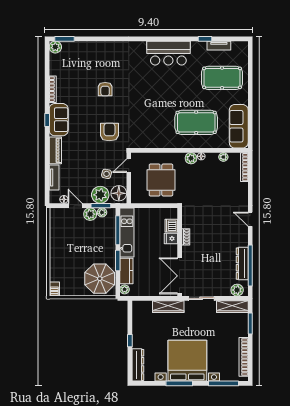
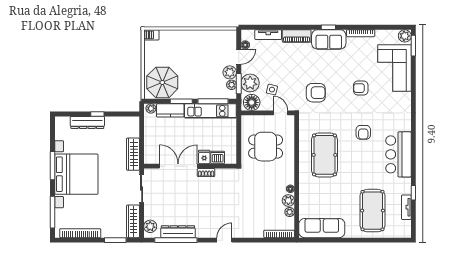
corner sofa: (86, 57) -> (394, 68), added
armchair: (147, 87) -> (363, 132), added
pool table: (196, 122) -> (324, 155), moved
plant: (191, 158) -> (288, 200), moved
double door: (180, 276) -> (178, 166), moved
dresser: (138, 365) -> (87, 122), moved

